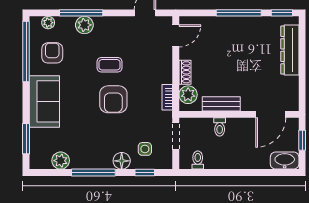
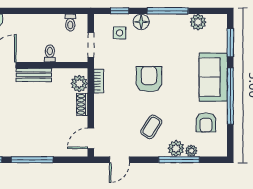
plant: (48, 23) -> (191, 151), moved
window: (26, 51) -> (230, 96), moved
coffee table: (109, 65) -> (151, 127), moved, turned -57
bench: (221, 104) -> (34, 75), moved

